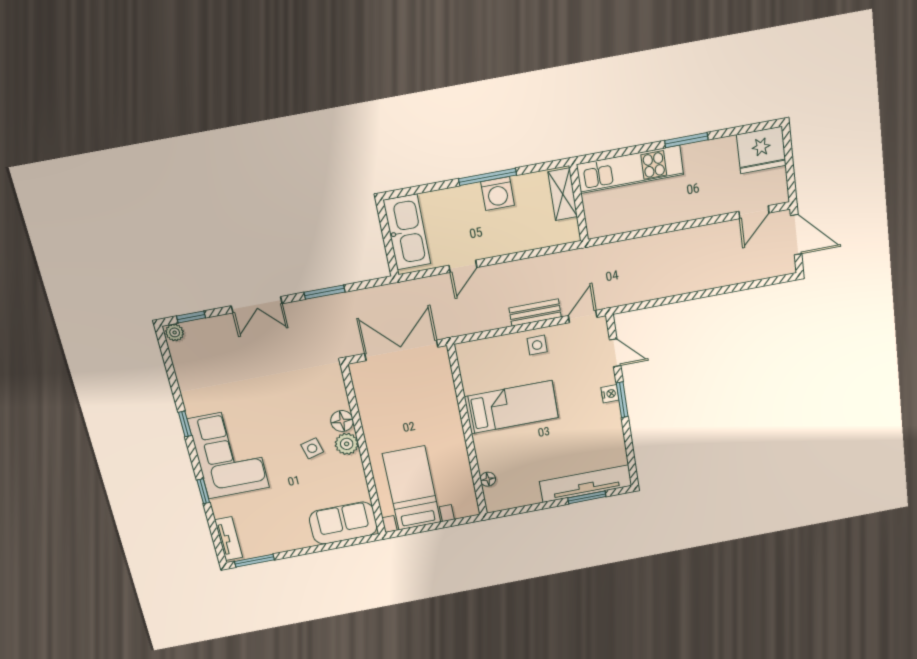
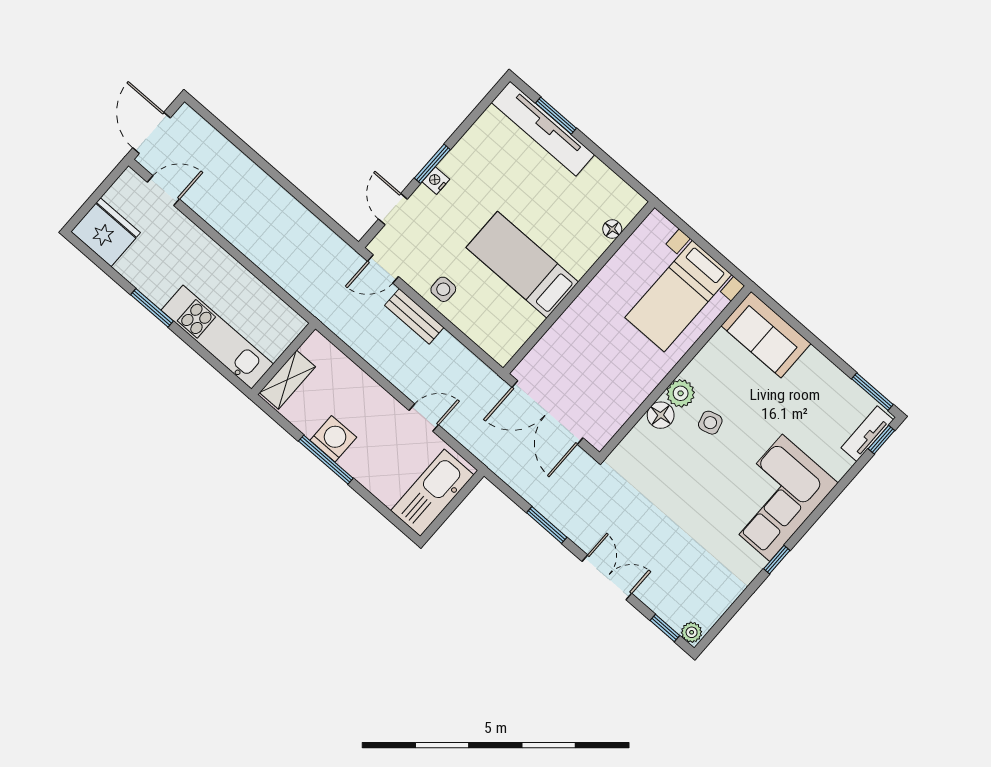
window: (203, 491) -> (881, 440), moved

